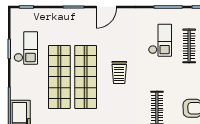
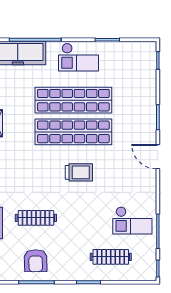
checkout: (160, 40) -> (132, 220), moved
checkout: (26, 48) -> (79, 57), moved
trolley: (119, 72) -> (79, 172), turned 180

